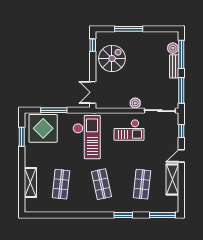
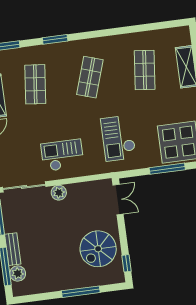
checkout: (87, 137) -> (118, 138), width x0.73, depth x0.83
shop shelf: (101, 184) -> (90, 77), turned 30

